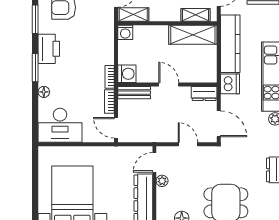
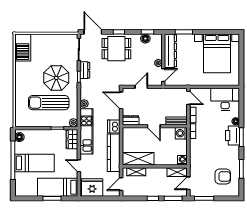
printer: (49, 49) -> (232, 136), moved
door: (188, 144) -> (141, 87), swing flipped

